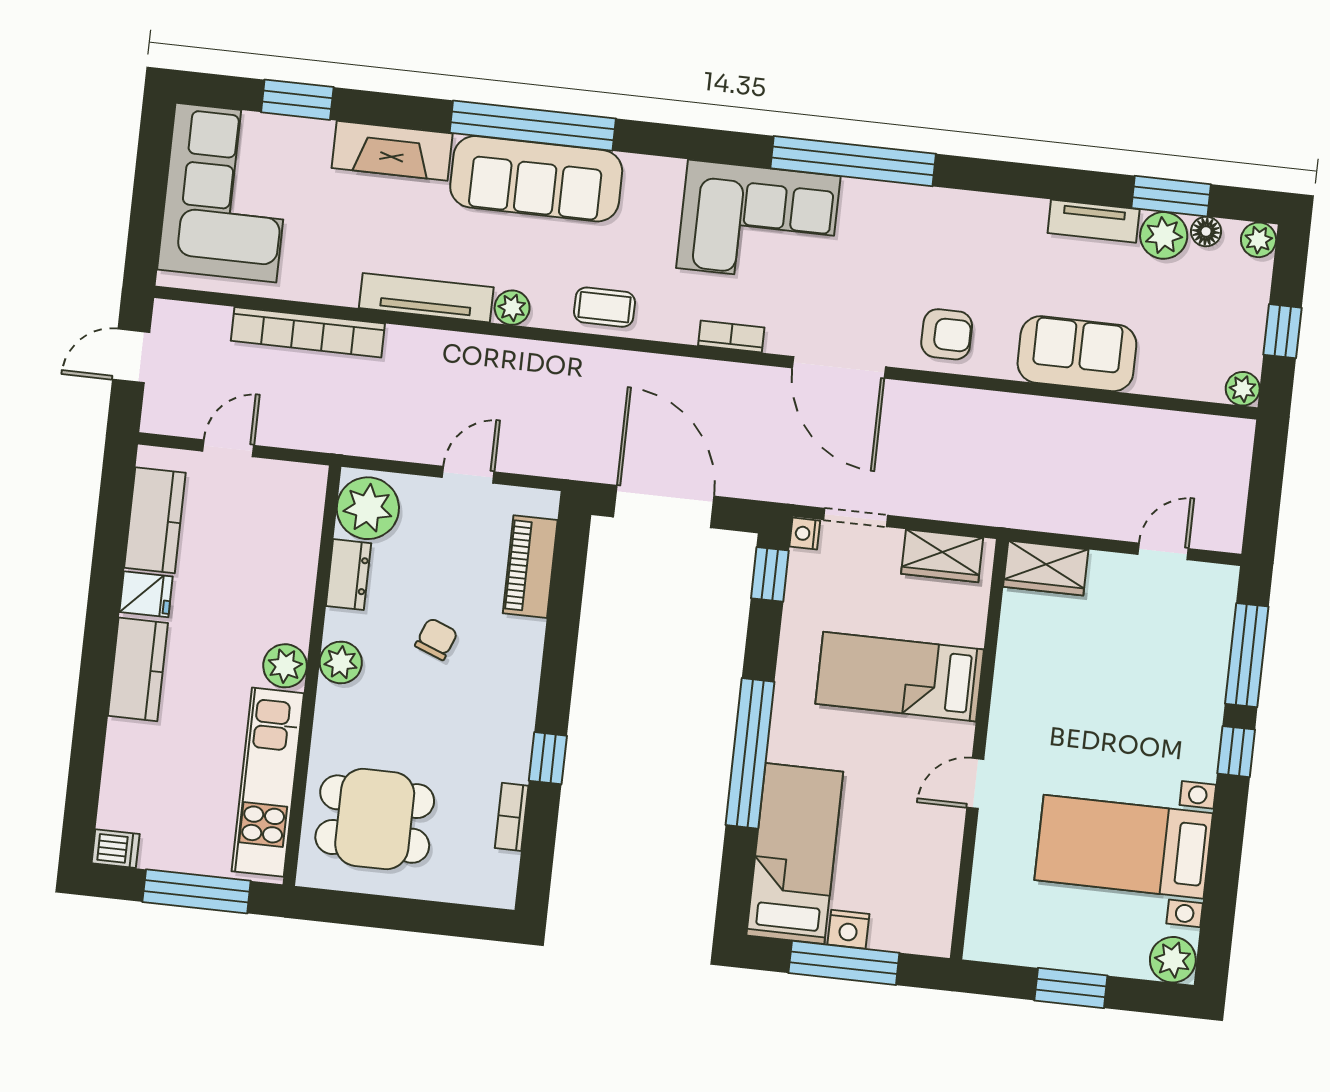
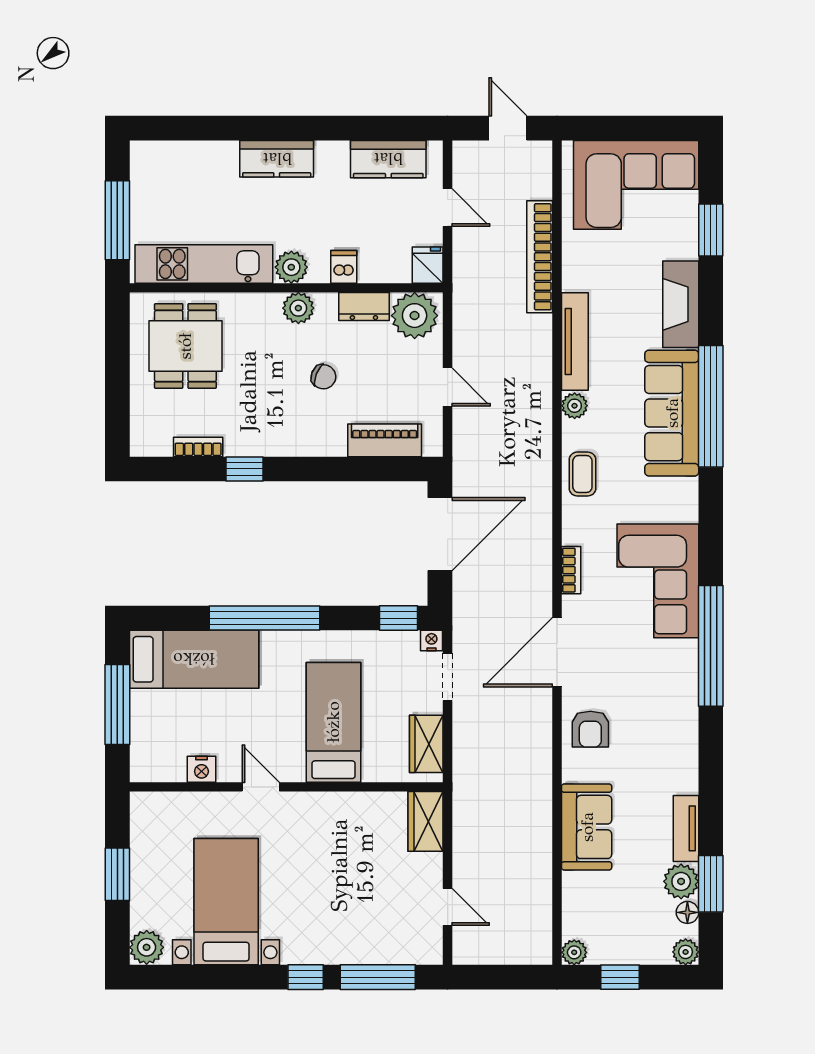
fridge: (146, 594) -> (428, 265), moved, turned 180
dishwasher: (116, 849) -> (344, 267), moved, turned 180
nightstand: (848, 929) -> (201, 769), moved, turned -90

